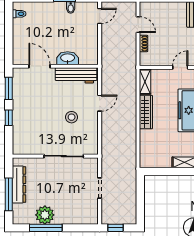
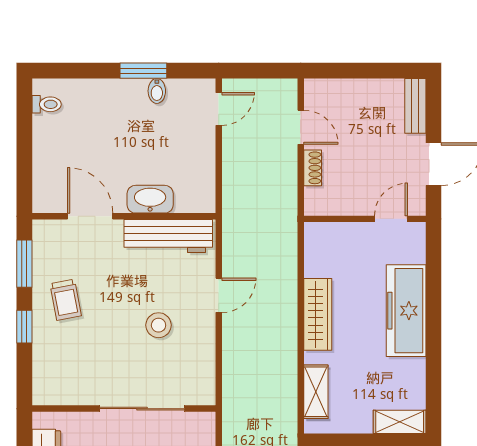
shelving: (145, 82) -> (316, 392), moved
trolley: (28, 105) -> (66, 300), added

